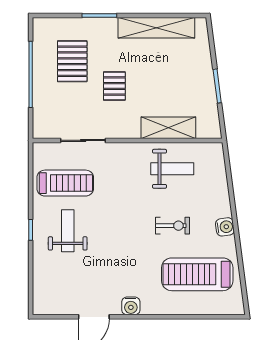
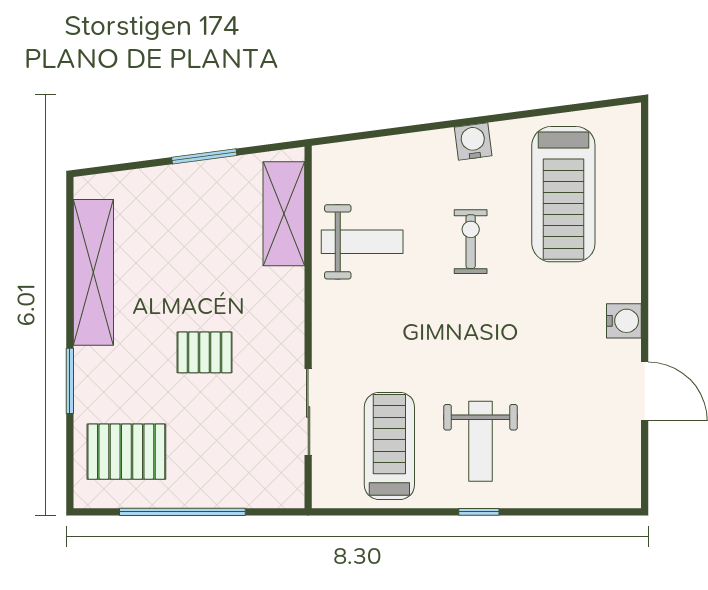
pallet: (72, 61) -> (126, 452), moved
shelving: (168, 128) -> (284, 214), moved
weight bench: (172, 169) -> (362, 242), turned 90
weight bench: (68, 231) -> (481, 441), turned -90

